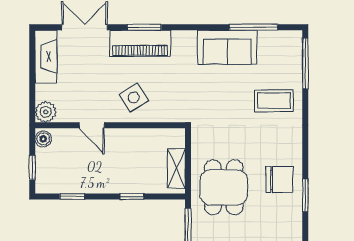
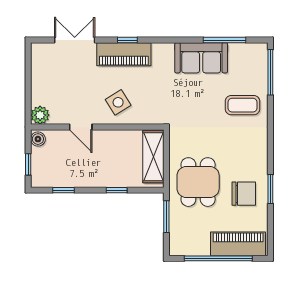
window: (144, 27) -> (127, 40), width x0.67
fireplace: (46, 57) -> (40, 66), removed
shelving: (176, 169) -> (153, 157), width x1.50, depth x1.33
chair: (279, 180) -> (244, 194), moved

